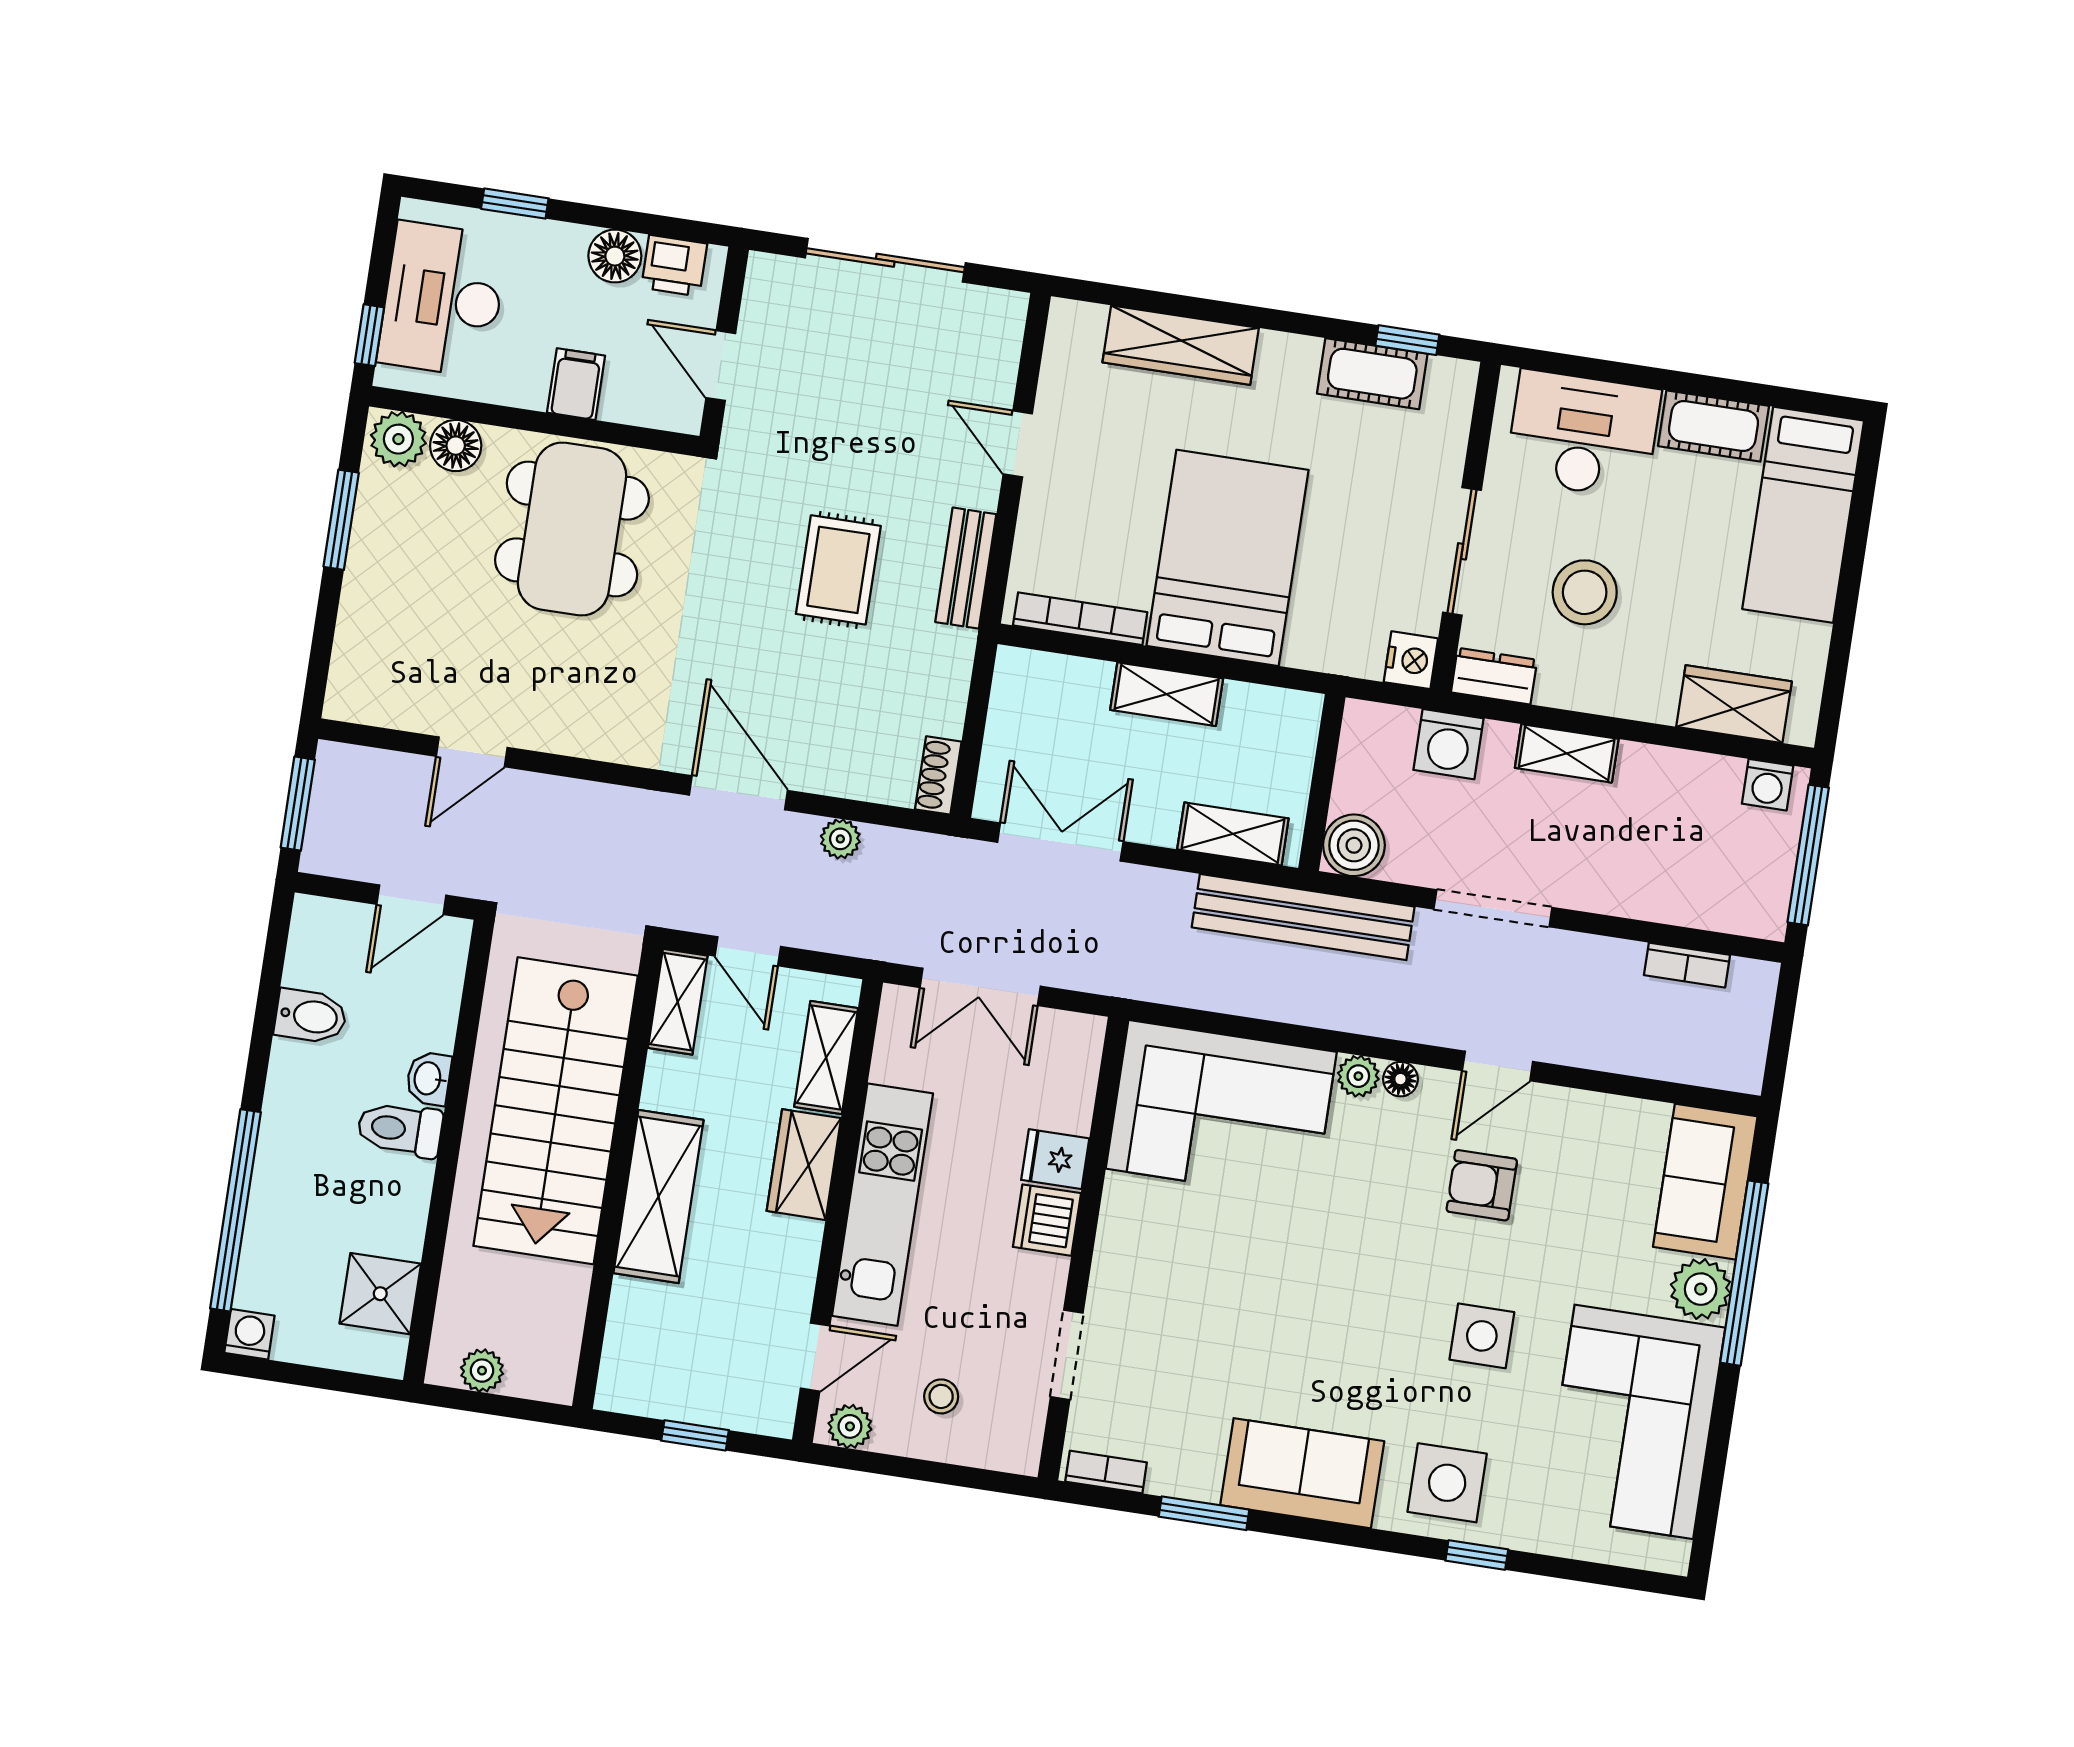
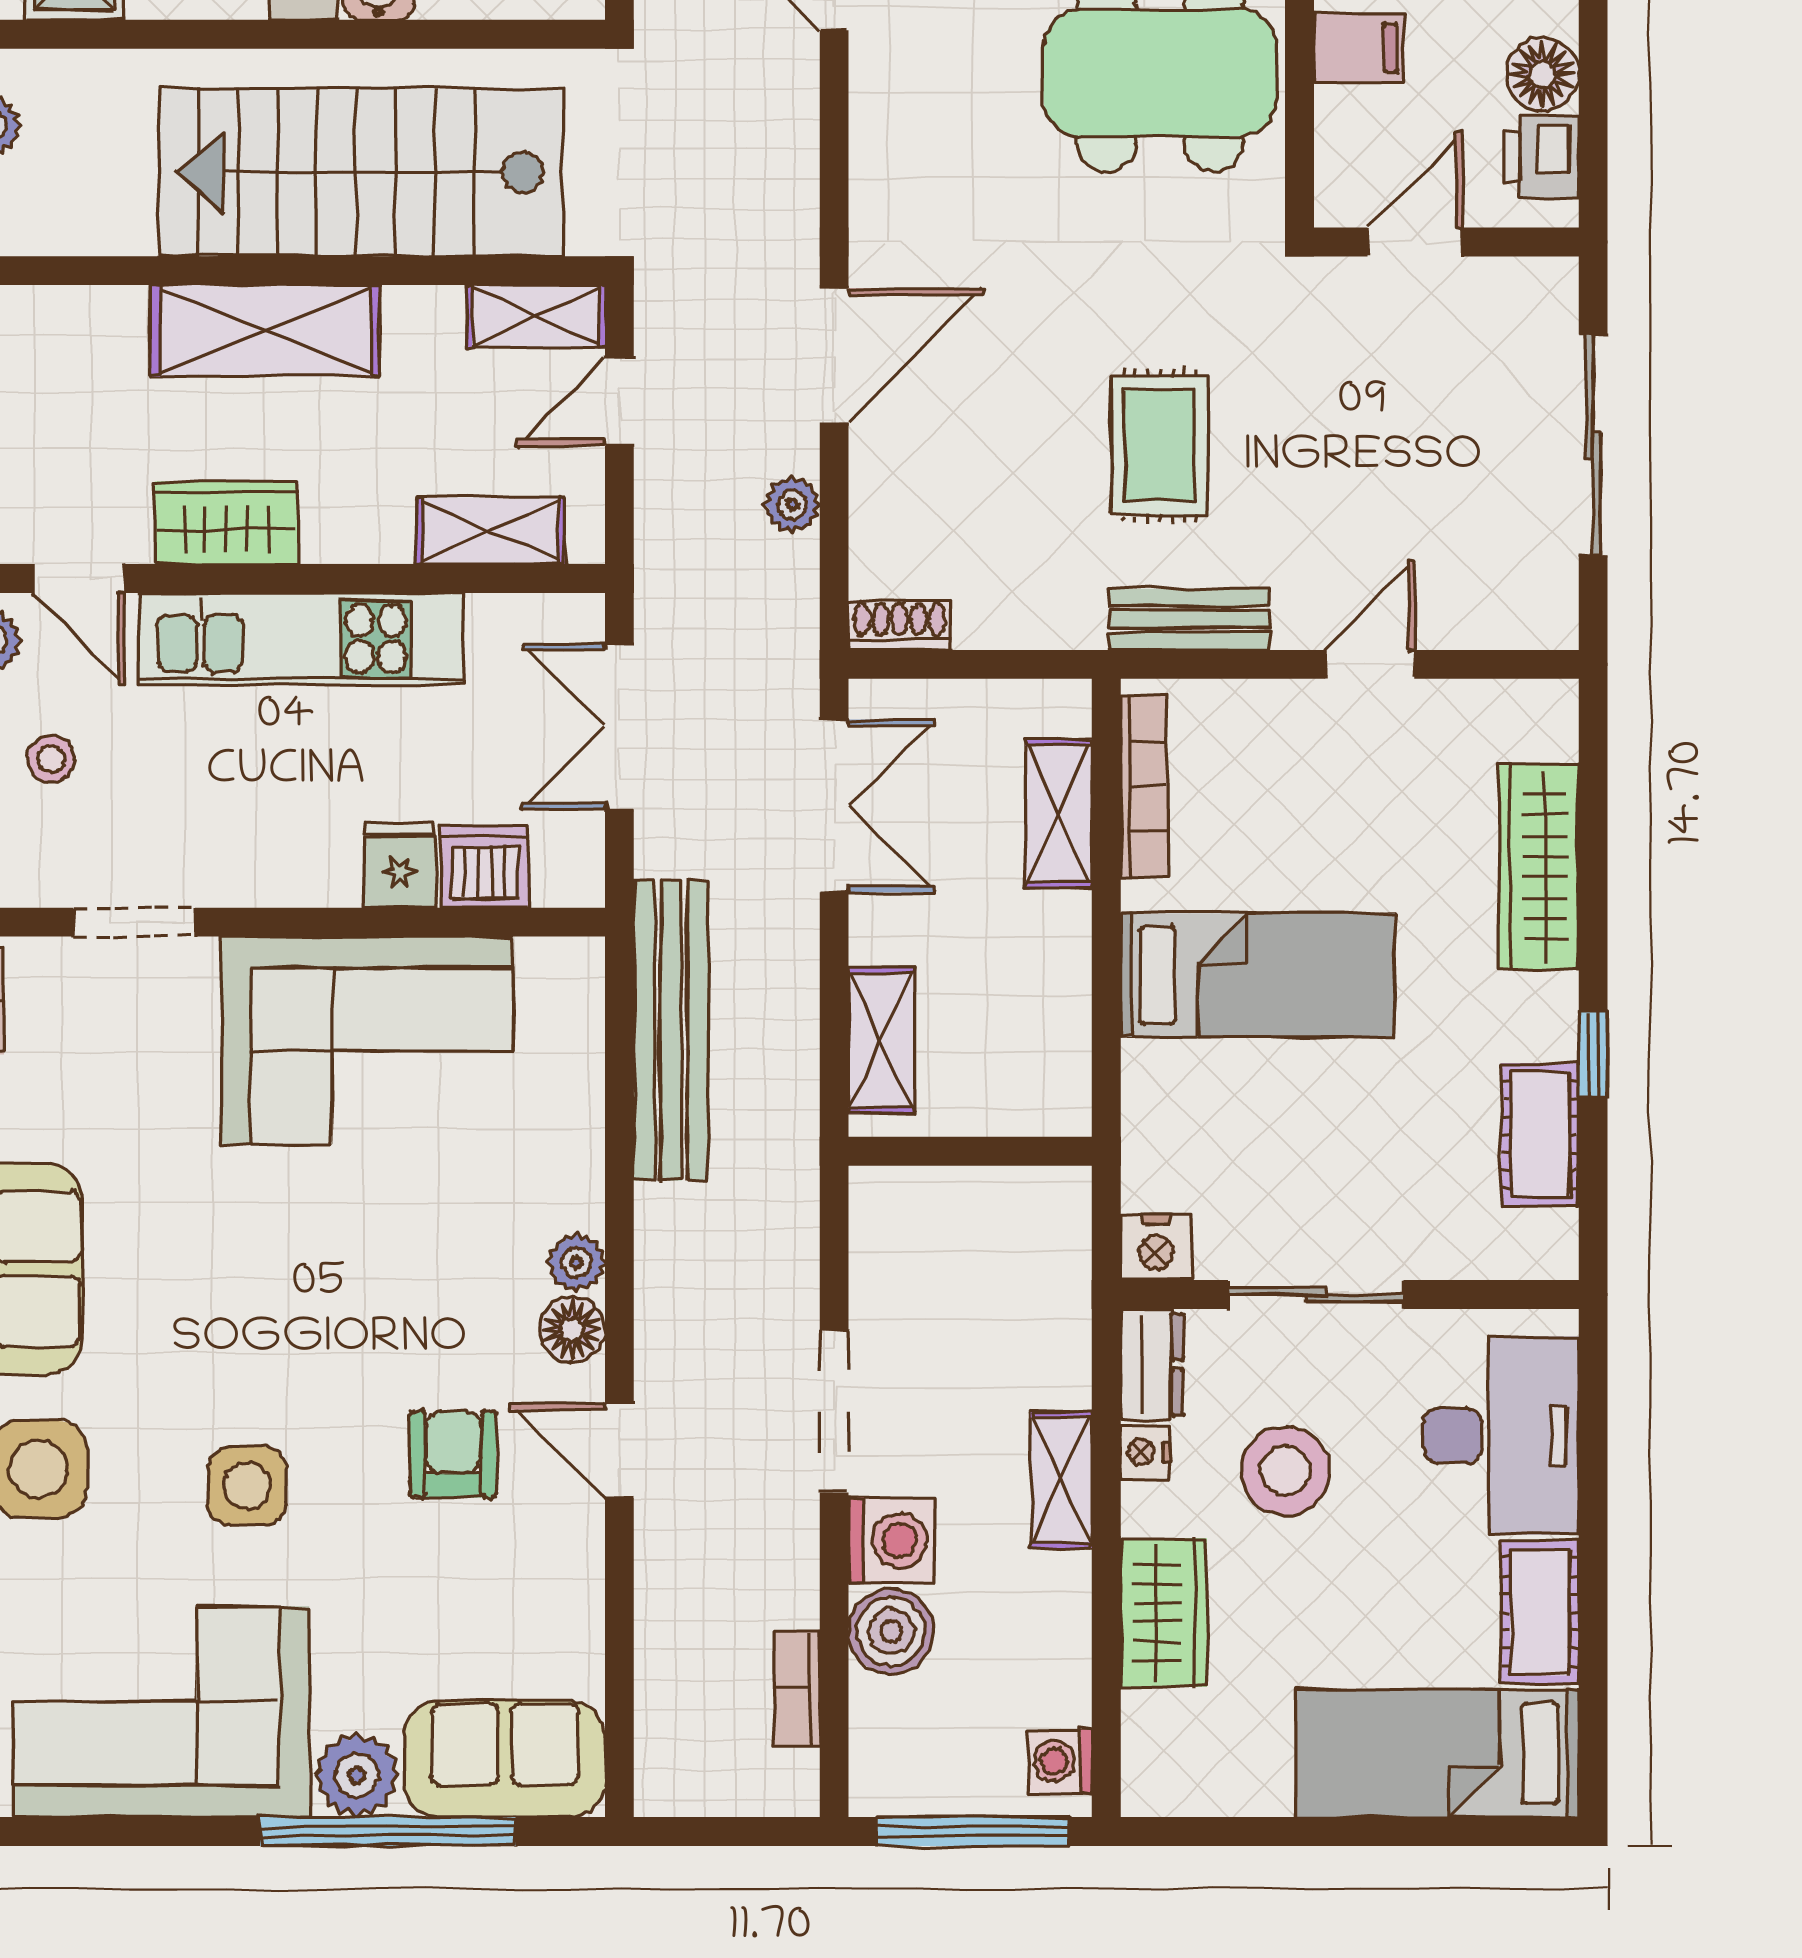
window: (1407, 340) -> (1593, 1055), moved
bed: (1228, 558) -> (1258, 975), width x0.67
rug: (838, 570) -> (1160, 445), turned 90
nightstand: (1556, 690) -> (1145, 1452), added
shelving: (1167, 694) -> (1059, 814), moved
wardrobe: (1734, 704) -> (1164, 1612), moved
washing machine: (1449, 744) -> (891, 1540), moved, turned 180
boiler: (1354, 845) -> (891, 1631), moved
bench: (1303, 917) -> (671, 1030), moved
floor lamp: (1401, 1079) -> (572, 1330), width x1.37, depth x1.37
corner sofa: (1221, 1110) -> (367, 1041), moved, turned -90
wardrobe: (804, 1165) -> (226, 523), moved
dishwasher: (1047, 1220) -> (485, 867), moved

